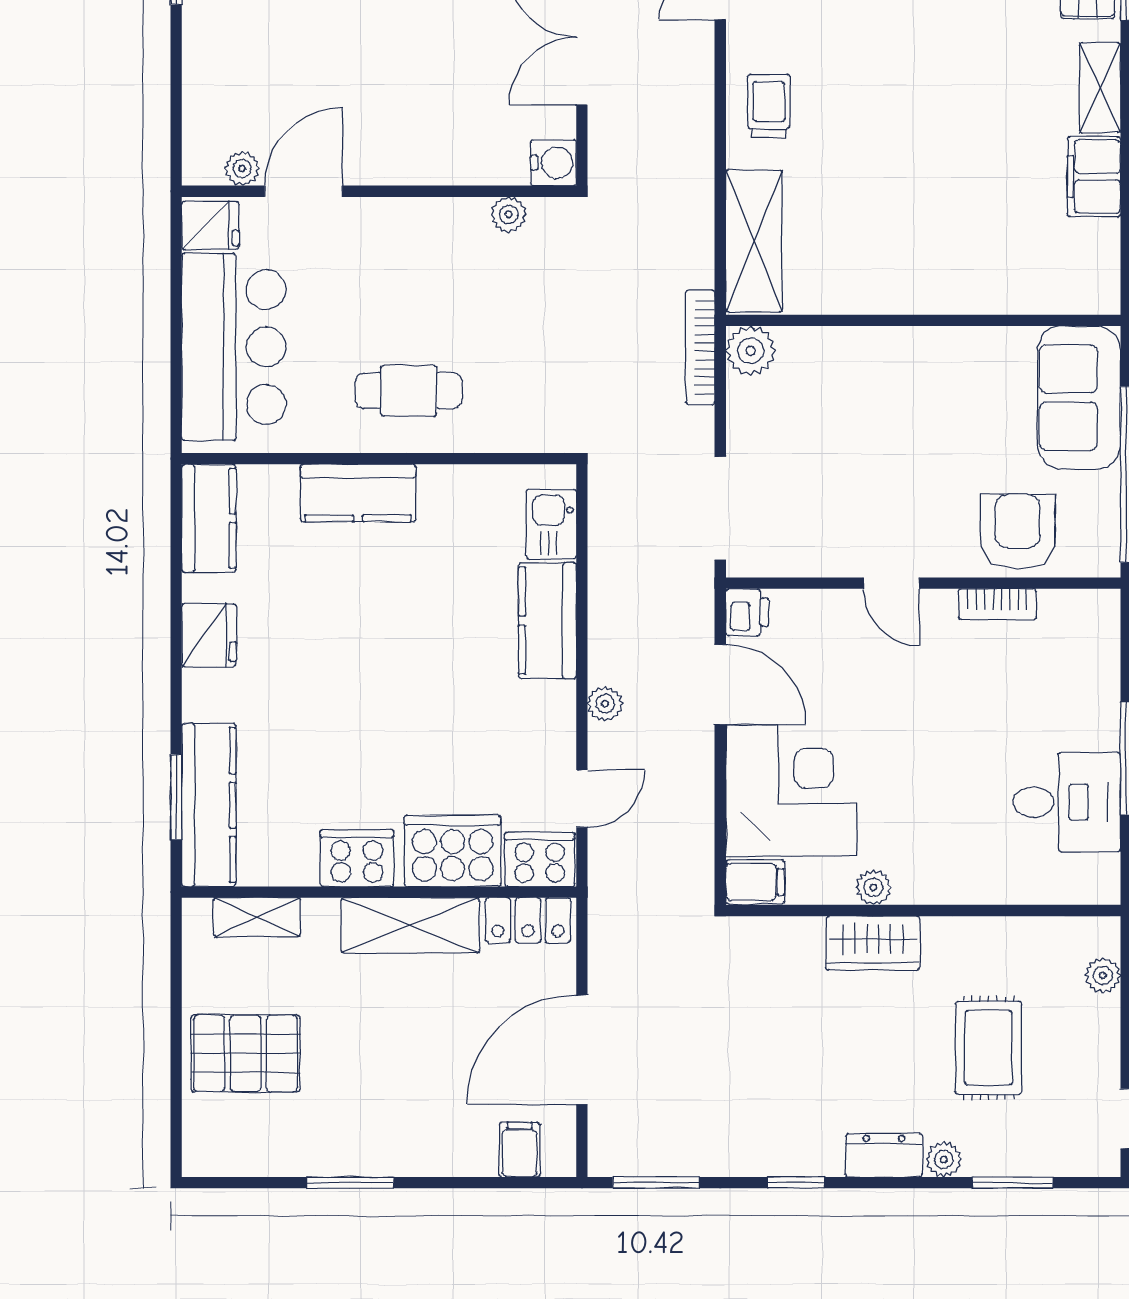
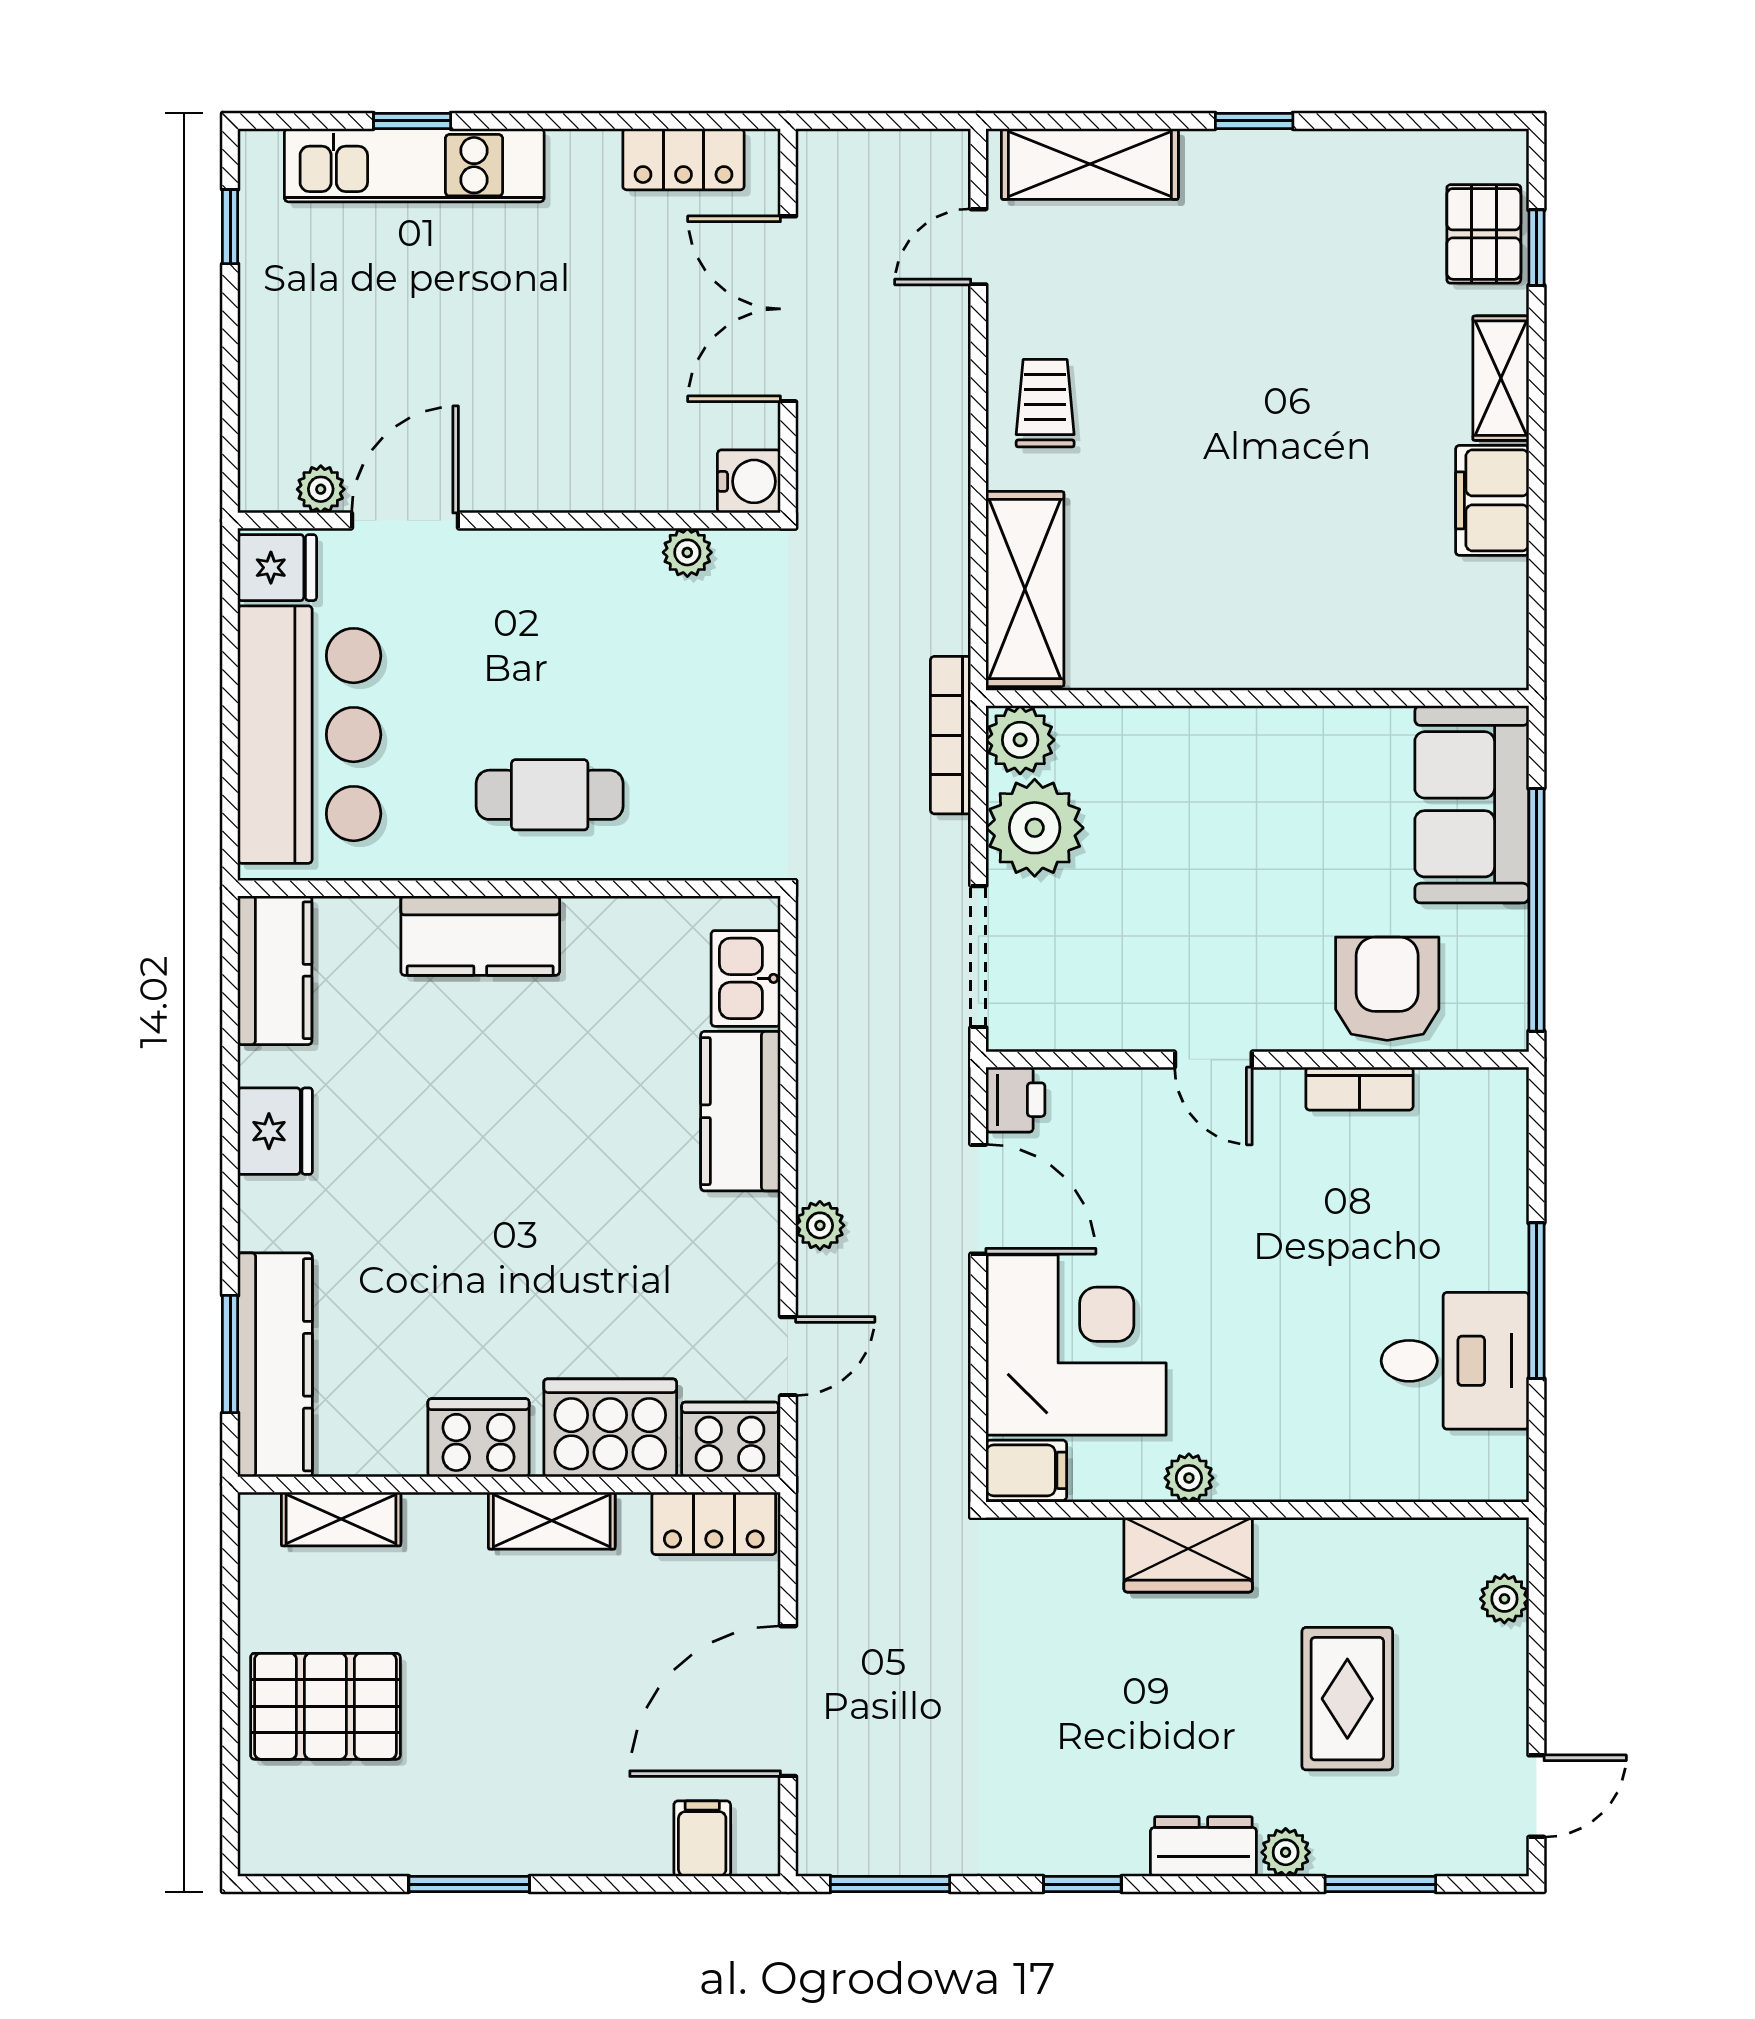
plant: (761, 415) -> (1035, 828), added
shelving: (410, 925) -> (552, 1521), width x0.67, depth x0.75

